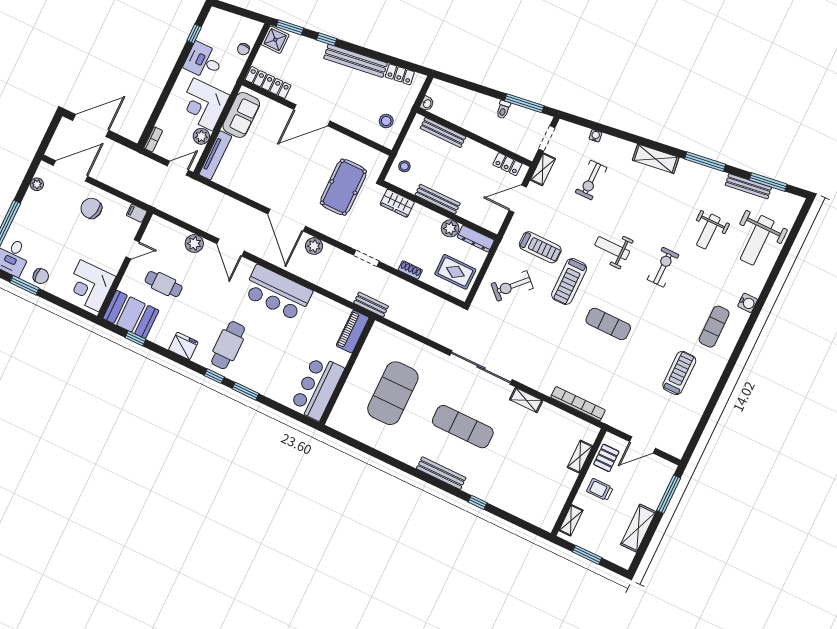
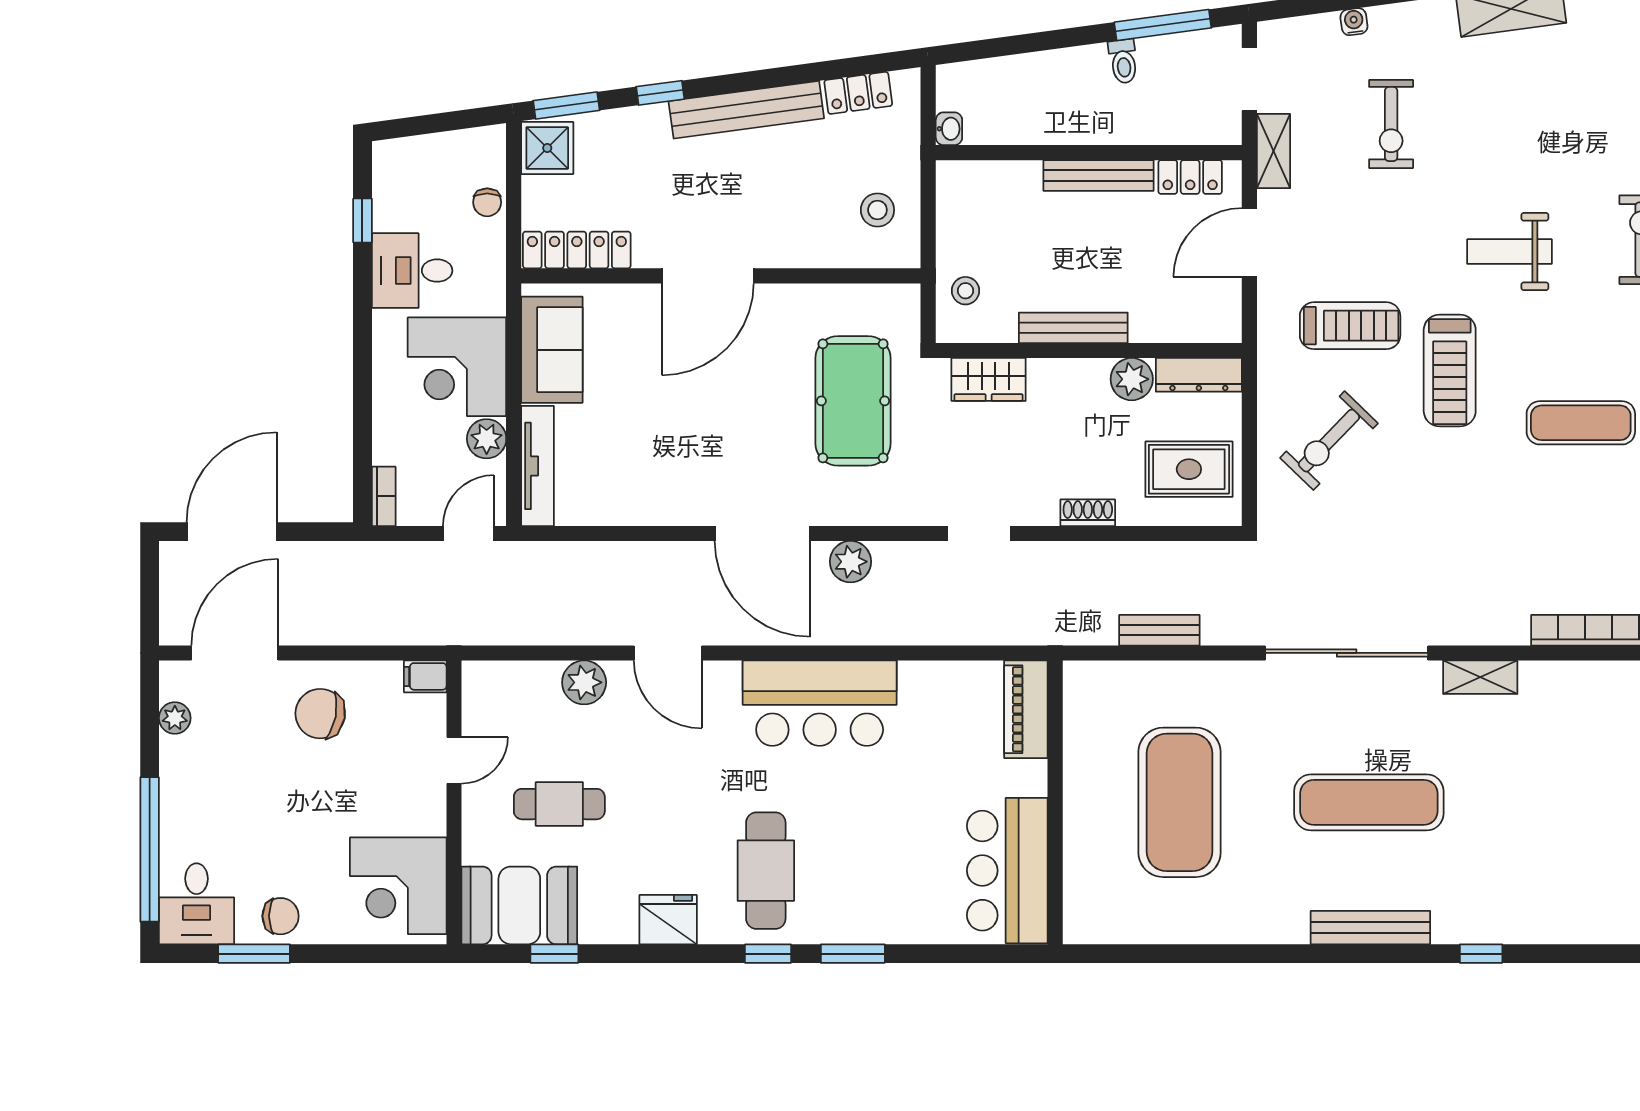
bench: (443, 133) -> (1099, 175), moved
bench: (371, 305) -> (1159, 630), moved

